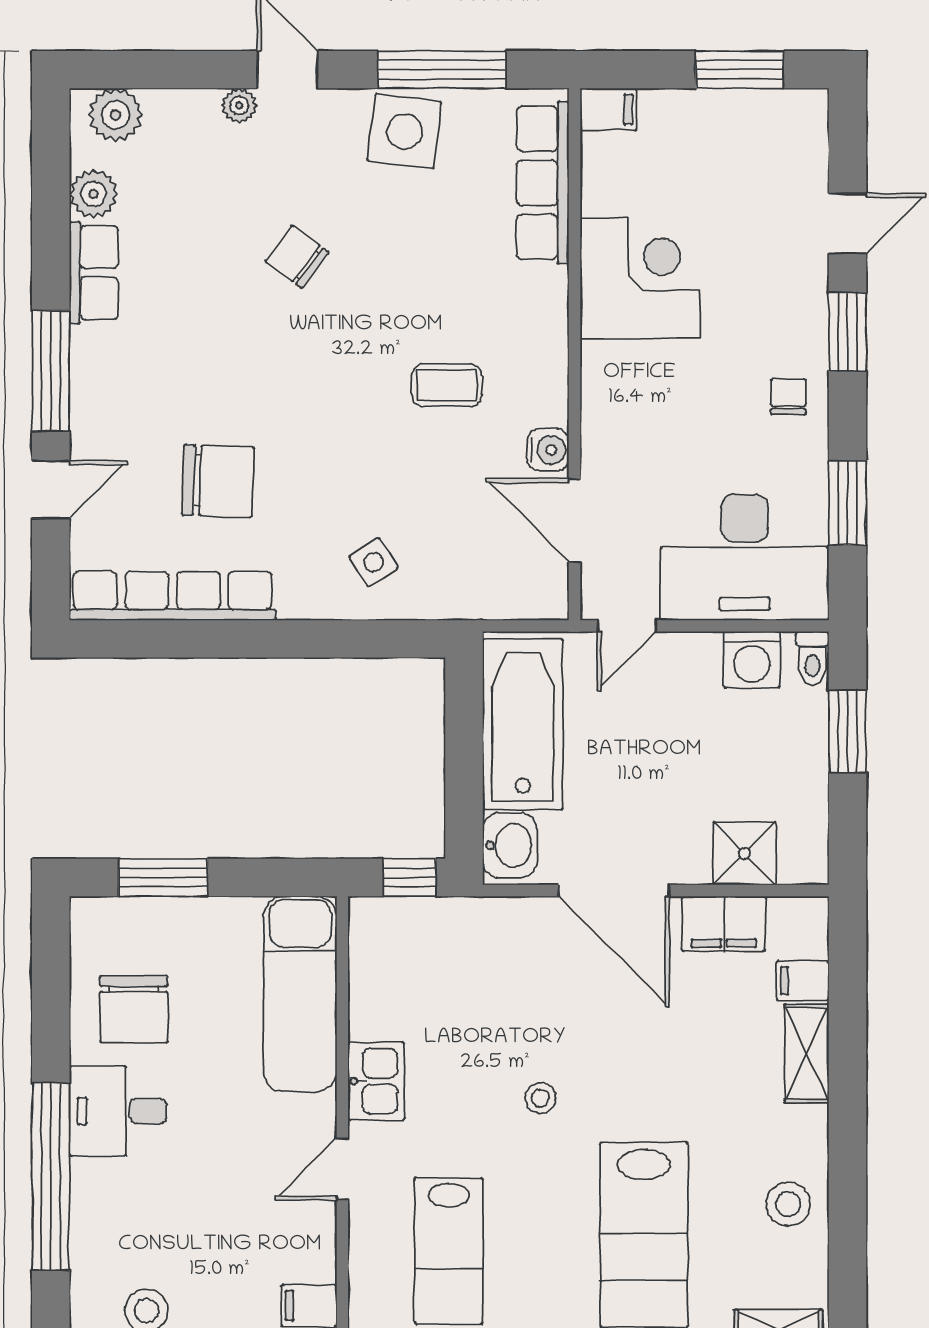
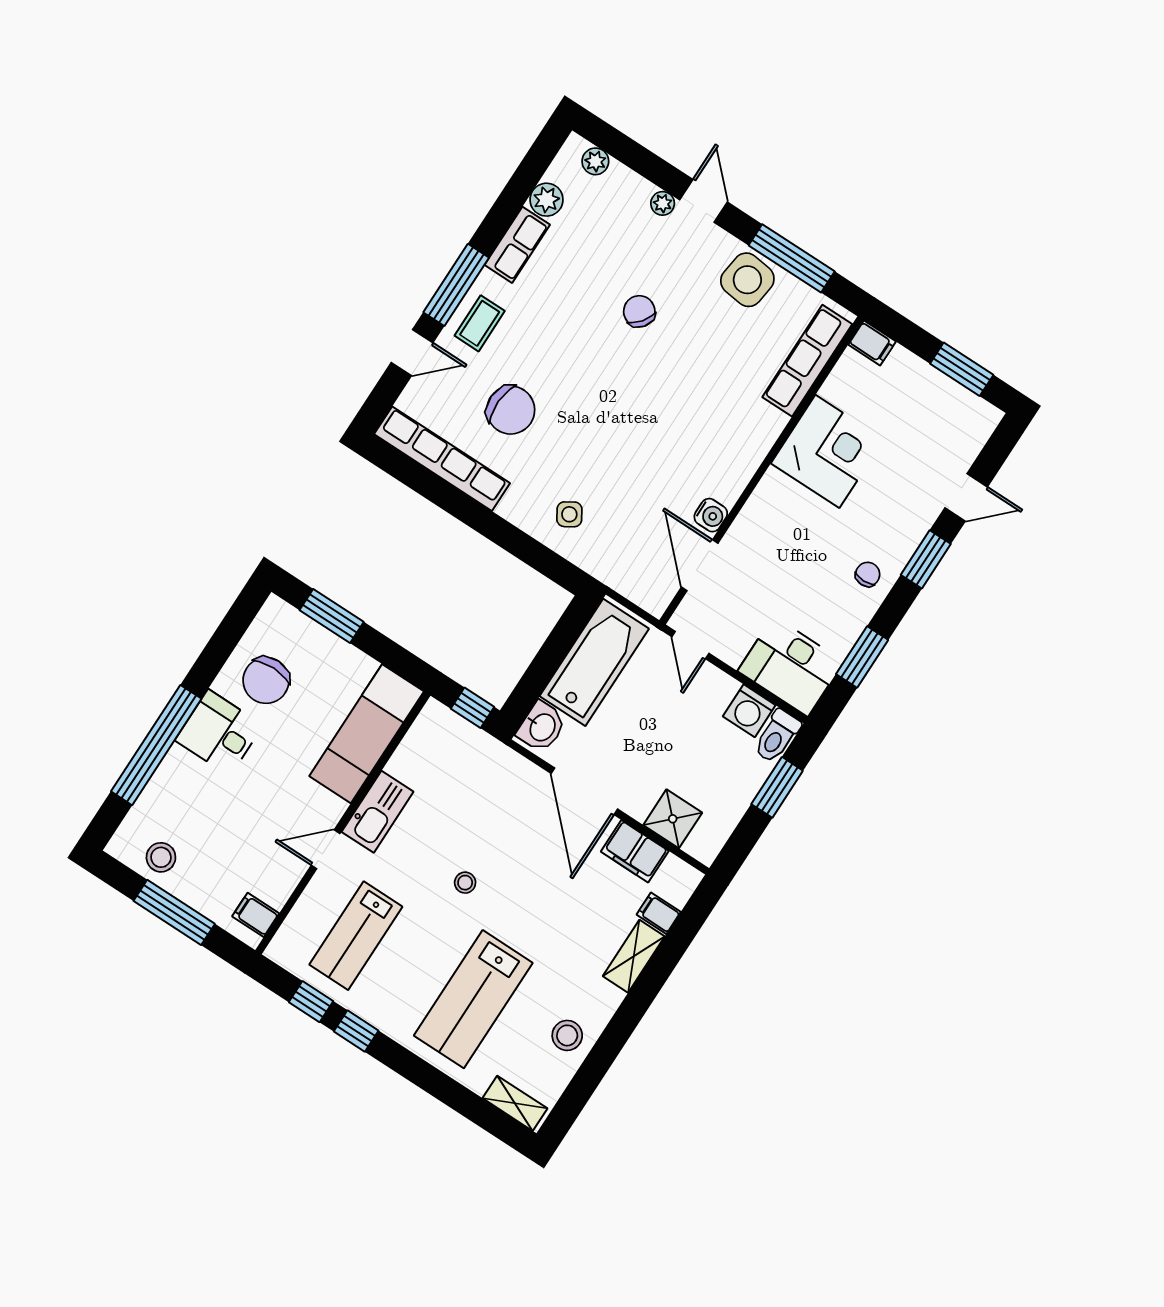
plant: (116, 115) -> (595, 161), width x0.73, depth x0.73
coffee table: (447, 385) -> (480, 323), moved, turned 90
desk: (745, 557) -> (791, 666), width x0.73, depth x0.77
door: (627, 626) -> (690, 645), hinge flipped
toilet: (812, 658) -> (777, 736), width x1.37, depth x1.39
kitchen sink: (376, 1081) -> (378, 812), width x1.38

